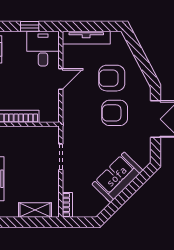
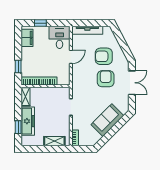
window: (30, 26) -> (40, 23), moved
armchair: (115, 113) -> (106, 79), turned 90

